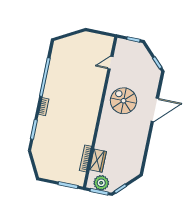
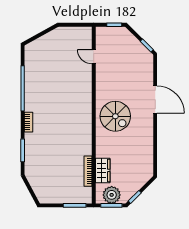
door: (110, 63) -> (94, 57), hinge flipped
spiral stairs: (123, 101) -> (115, 116), moved, turned 180
door: (155, 110) -> (155, 99), hinge flipped

